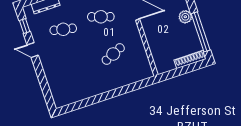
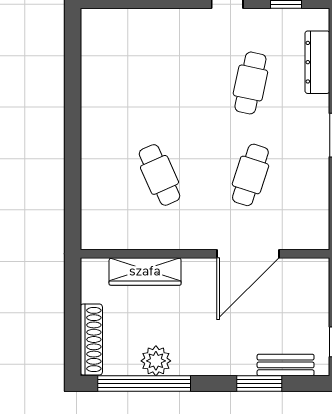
plant: (185, 17) -> (156, 361), moved
wardrobe: (155, 47) -> (145, 271), added

